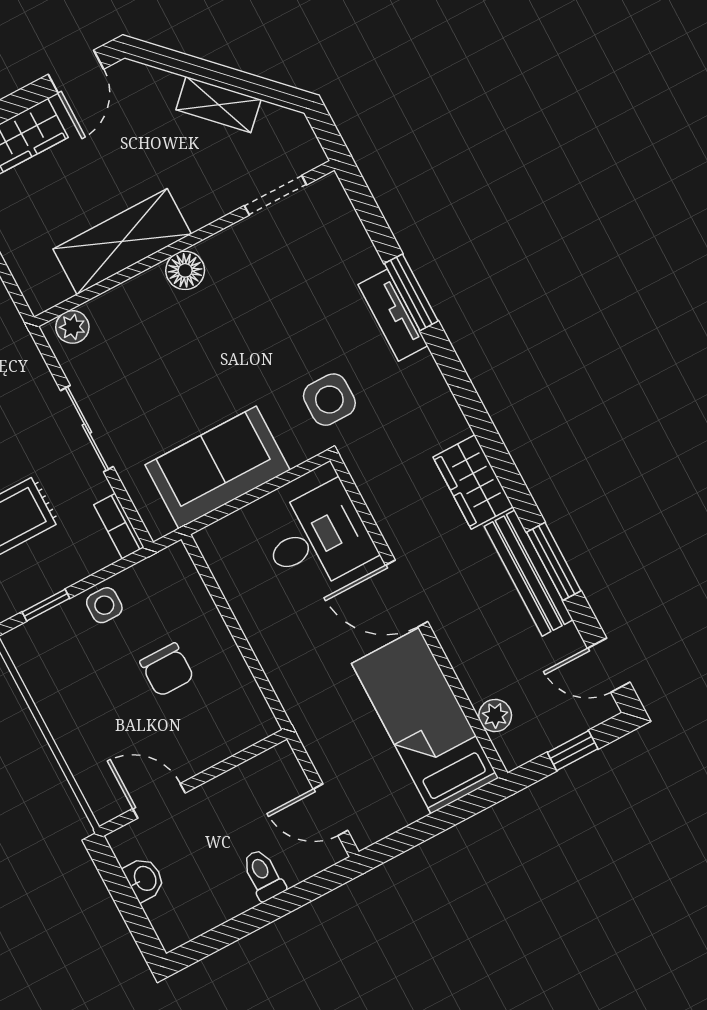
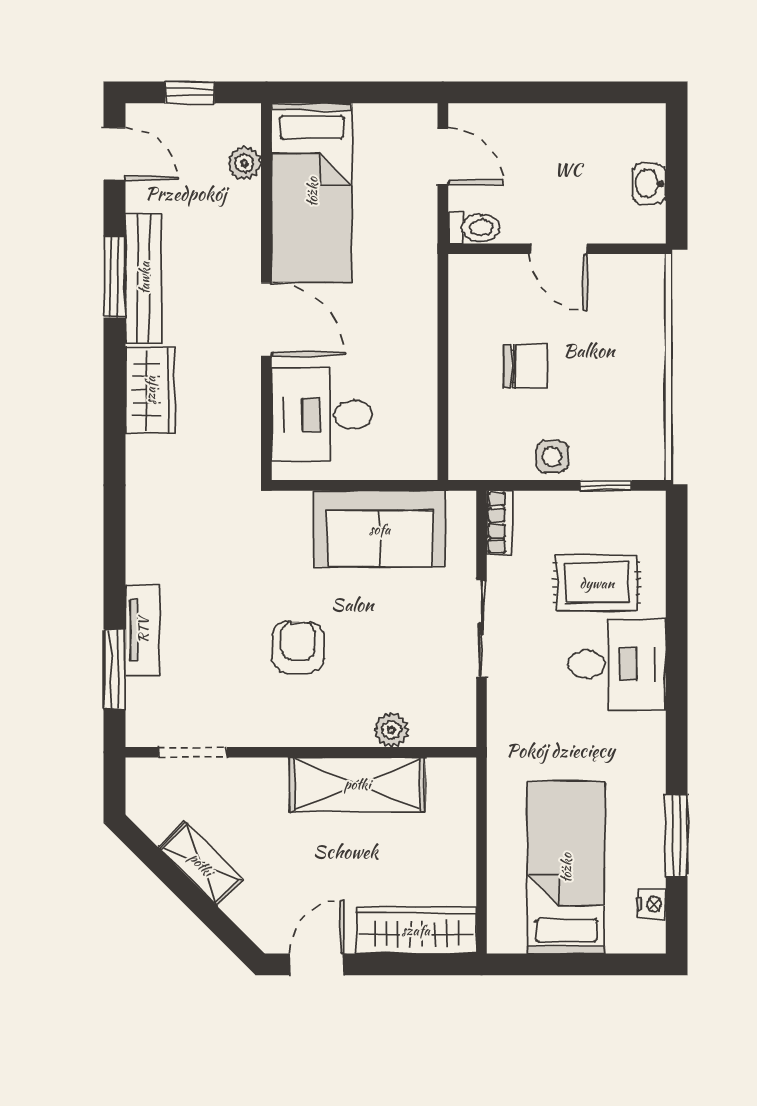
floor lamp: (185, 270) -> (313, 727), removed
window: (411, 292) -> (114, 669), moved
tv unit: (393, 315) -> (143, 630), moved
plant: (72, 327) -> (391, 730), moved
armchair: (233, 331) -> (298, 647), added
side table: (329, 400) -> (243, 537), removed
chair: (167, 670) -> (526, 366), turned 90
door: (159, 801) -> (559, 249), moved
toilet: (263, 875) -> (474, 228), moved, turned -90

